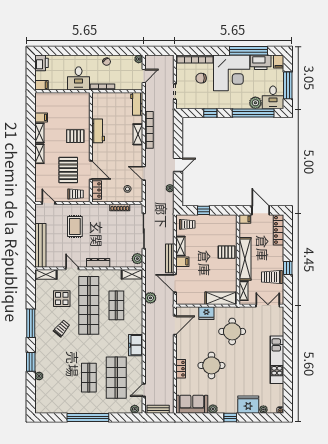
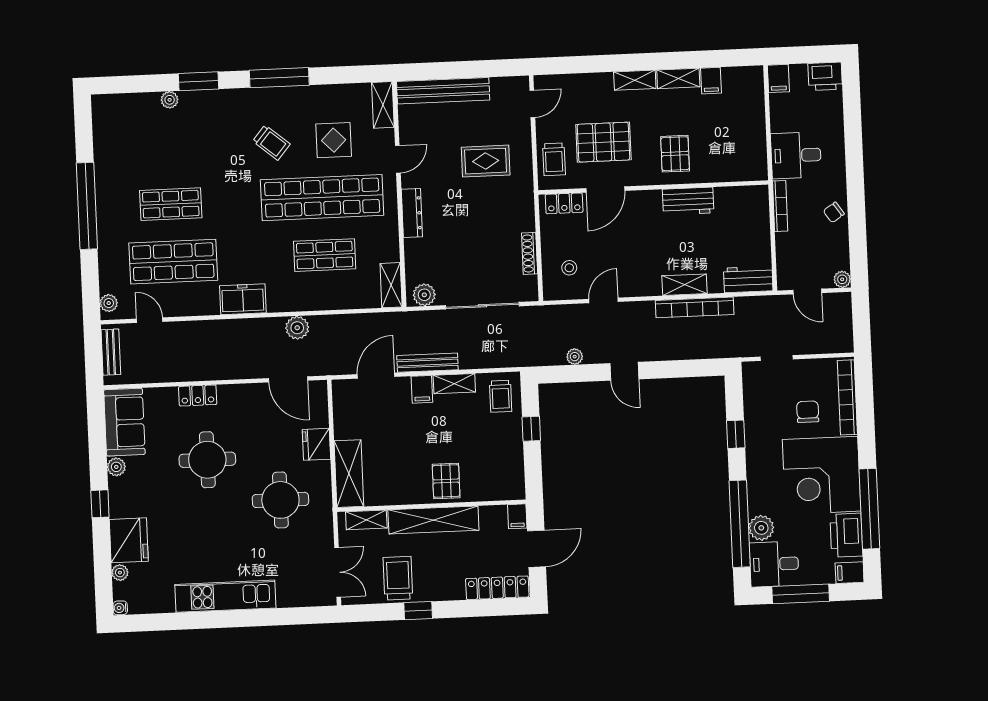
plant: (150, 298) -> (297, 328), moved

